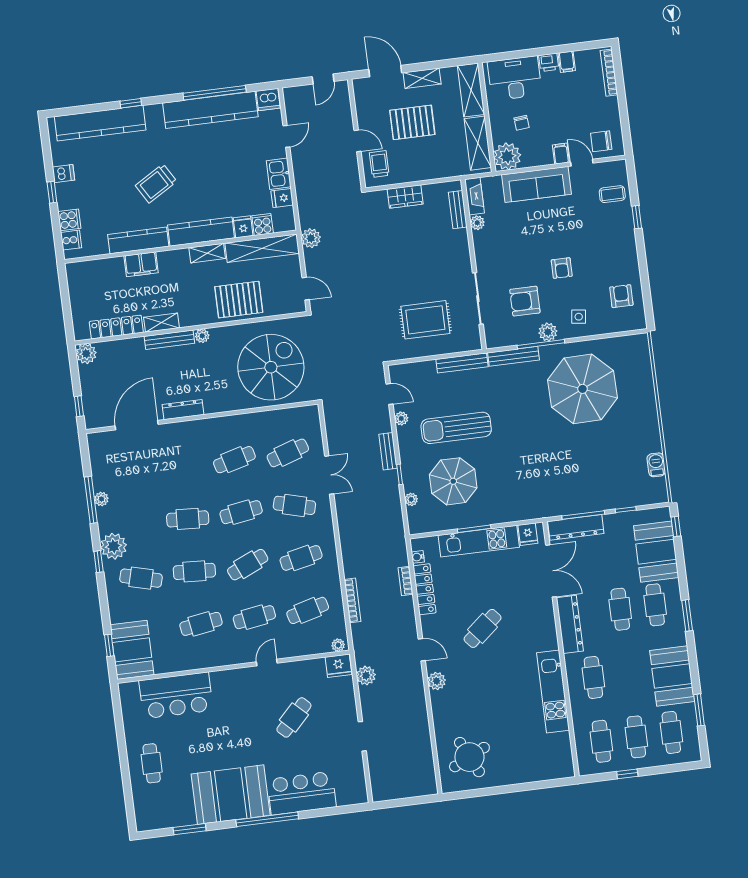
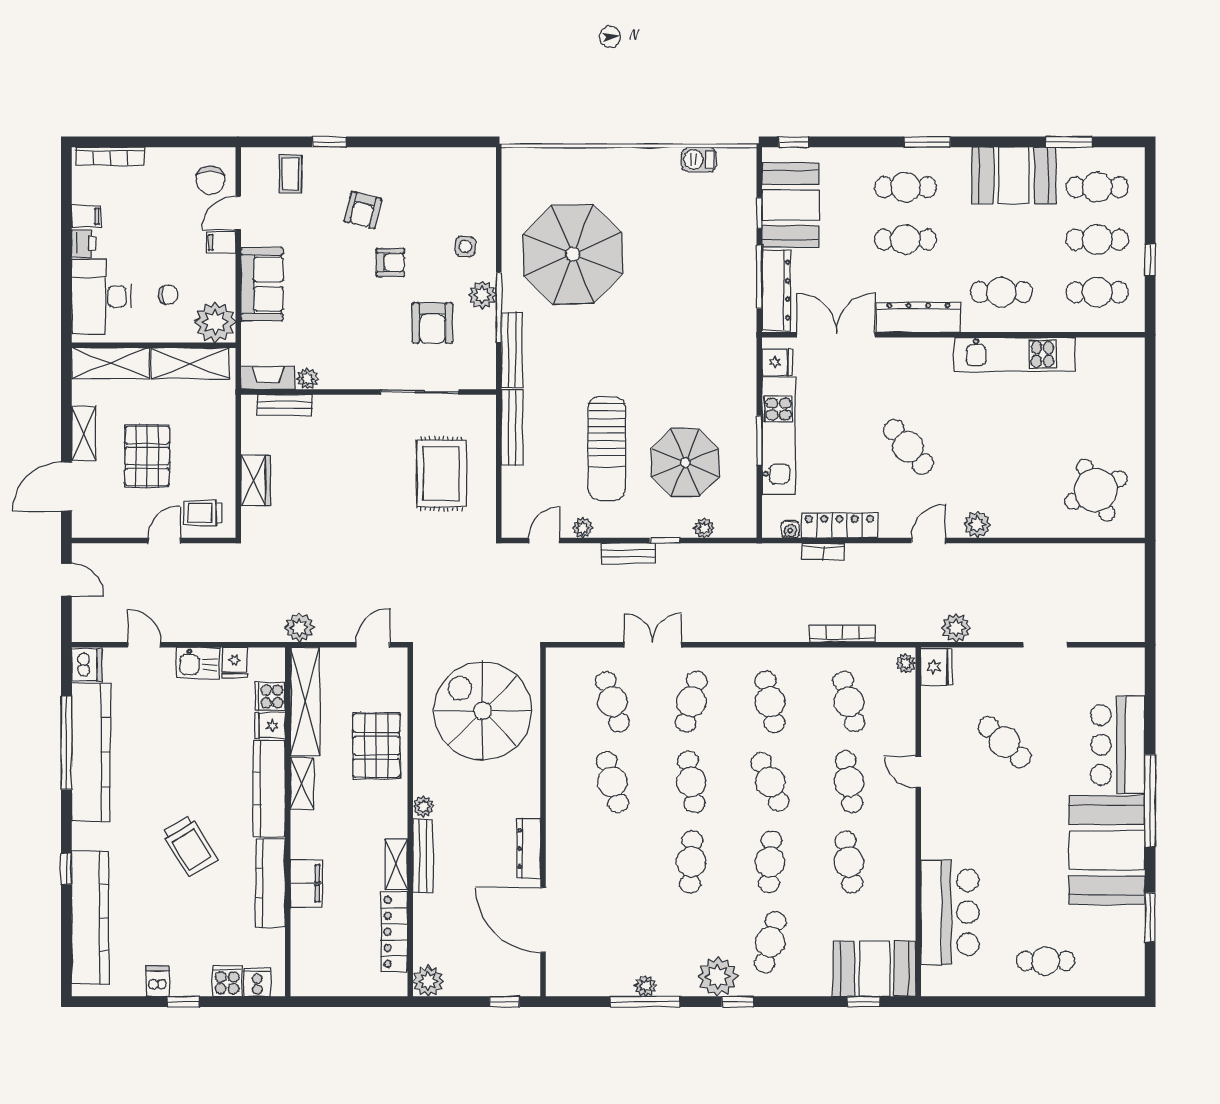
sofa: (536, 184) -> (262, 284), width x0.73
armchair: (621, 296) -> (363, 210), moved, turned -76
booth: (656, 552) -> (790, 205), moved, turned 90

